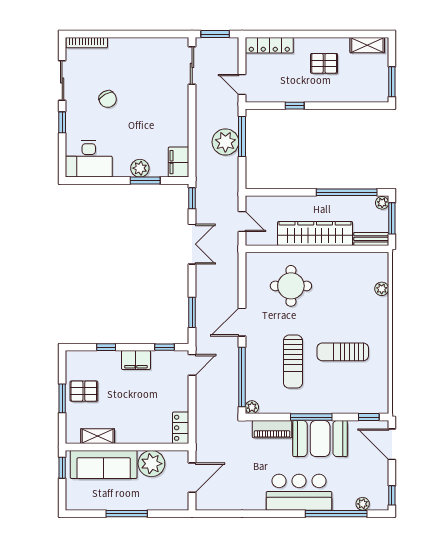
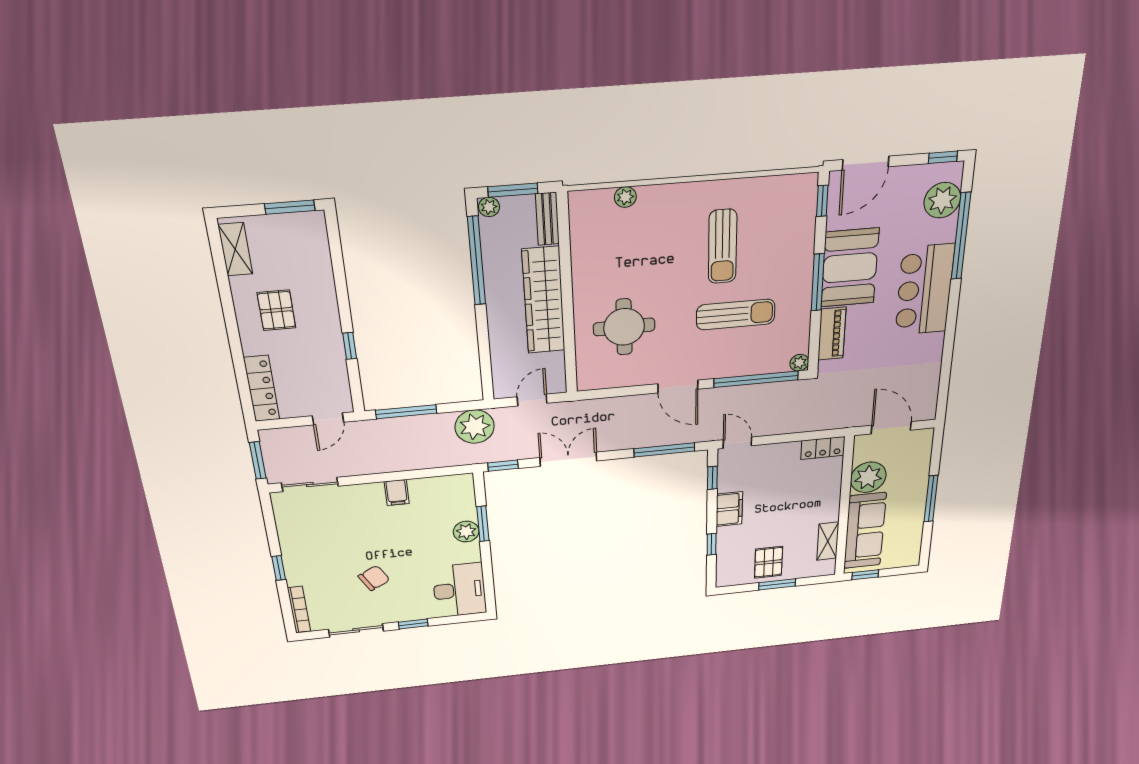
window: (125, 34) -> (279, 568), added
plant: (225, 142) -> (475, 427), moved
filing cabinet: (179, 162) -> (397, 493), moved, width x0.50
window: (192, 312) -> (664, 450), width x1.44
plant: (363, 504) -> (942, 200), width x1.88, depth x1.88

